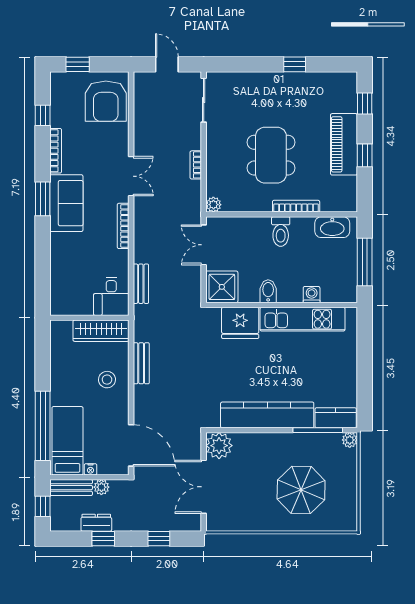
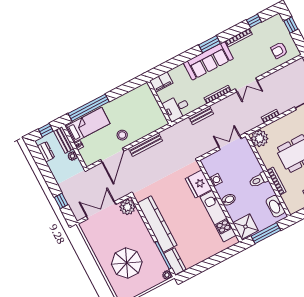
armchair: (106, 101) -> (279, 50), width x0.53, depth x0.53
sofa: (66, 203) -> (208, 61), width x1.36
plant: (213, 205) -> (260, 138), width x1.88, depth x1.88
bench: (141, 284) -> (201, 115), moved
shower: (222, 287) -> (245, 227), moved
bidet: (268, 291) -> (228, 200), moved
washing machine: (312, 295) -> (216, 180), moved
filing cabinet: (61, 299) -> (161, 82), added
wardrobe: (101, 331) -> (156, 112), removed
bench: (141, 363) -> (145, 145), width x1.36
stool: (107, 380) -> (122, 135), moved
door: (131, 445) -> (112, 155), moved
dresser: (96, 523) -> (46, 152), moved
window: (103, 539) -> (46, 171), removed

